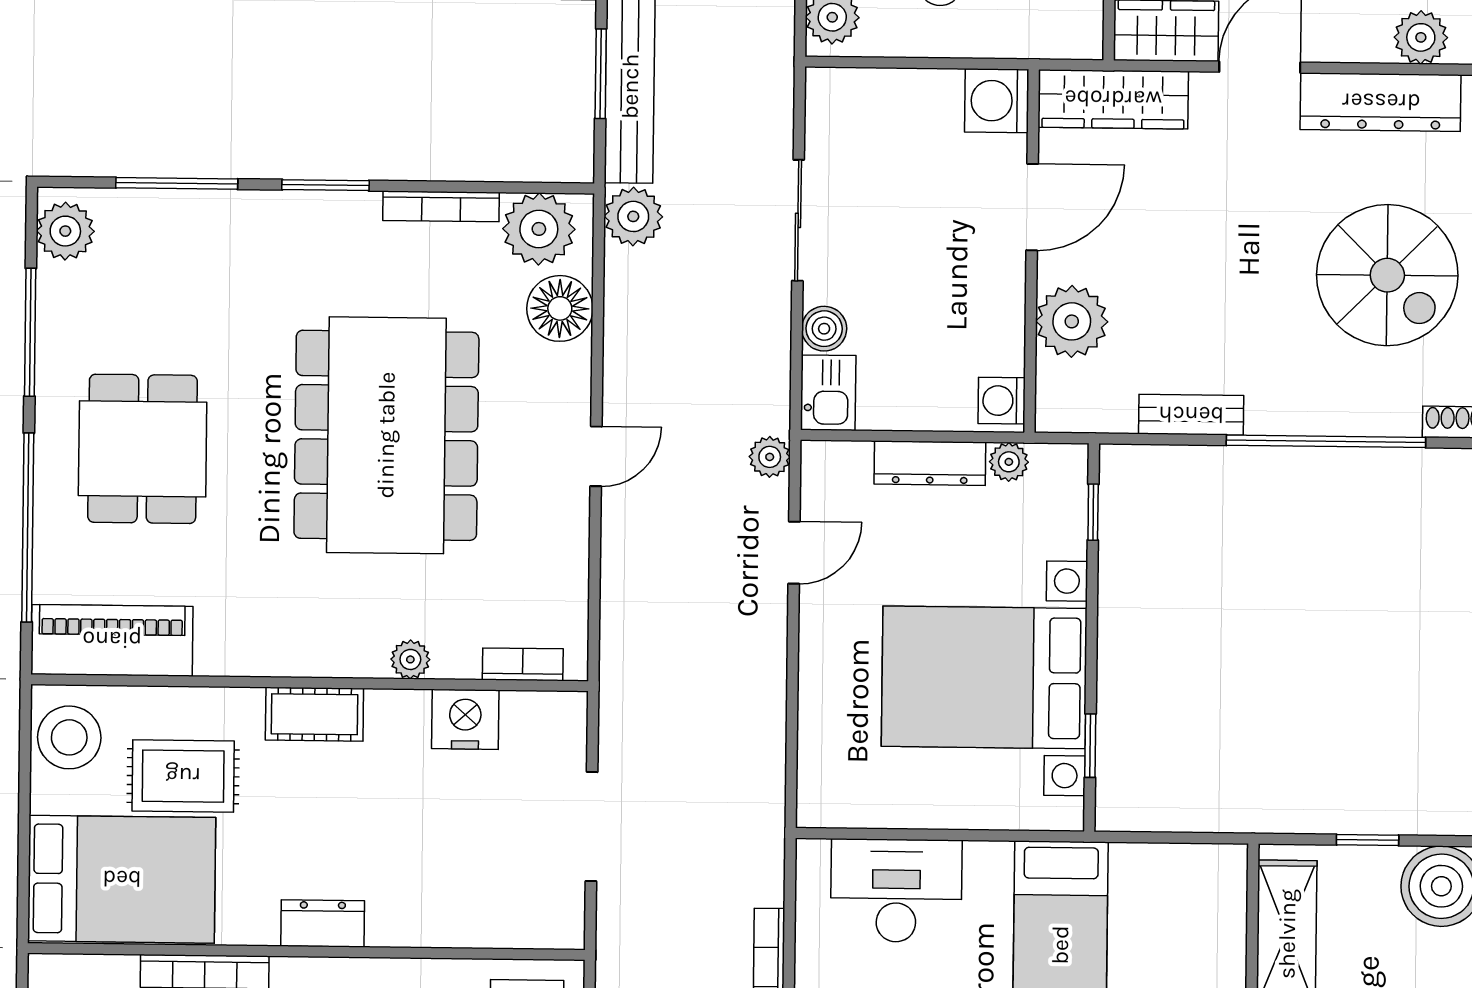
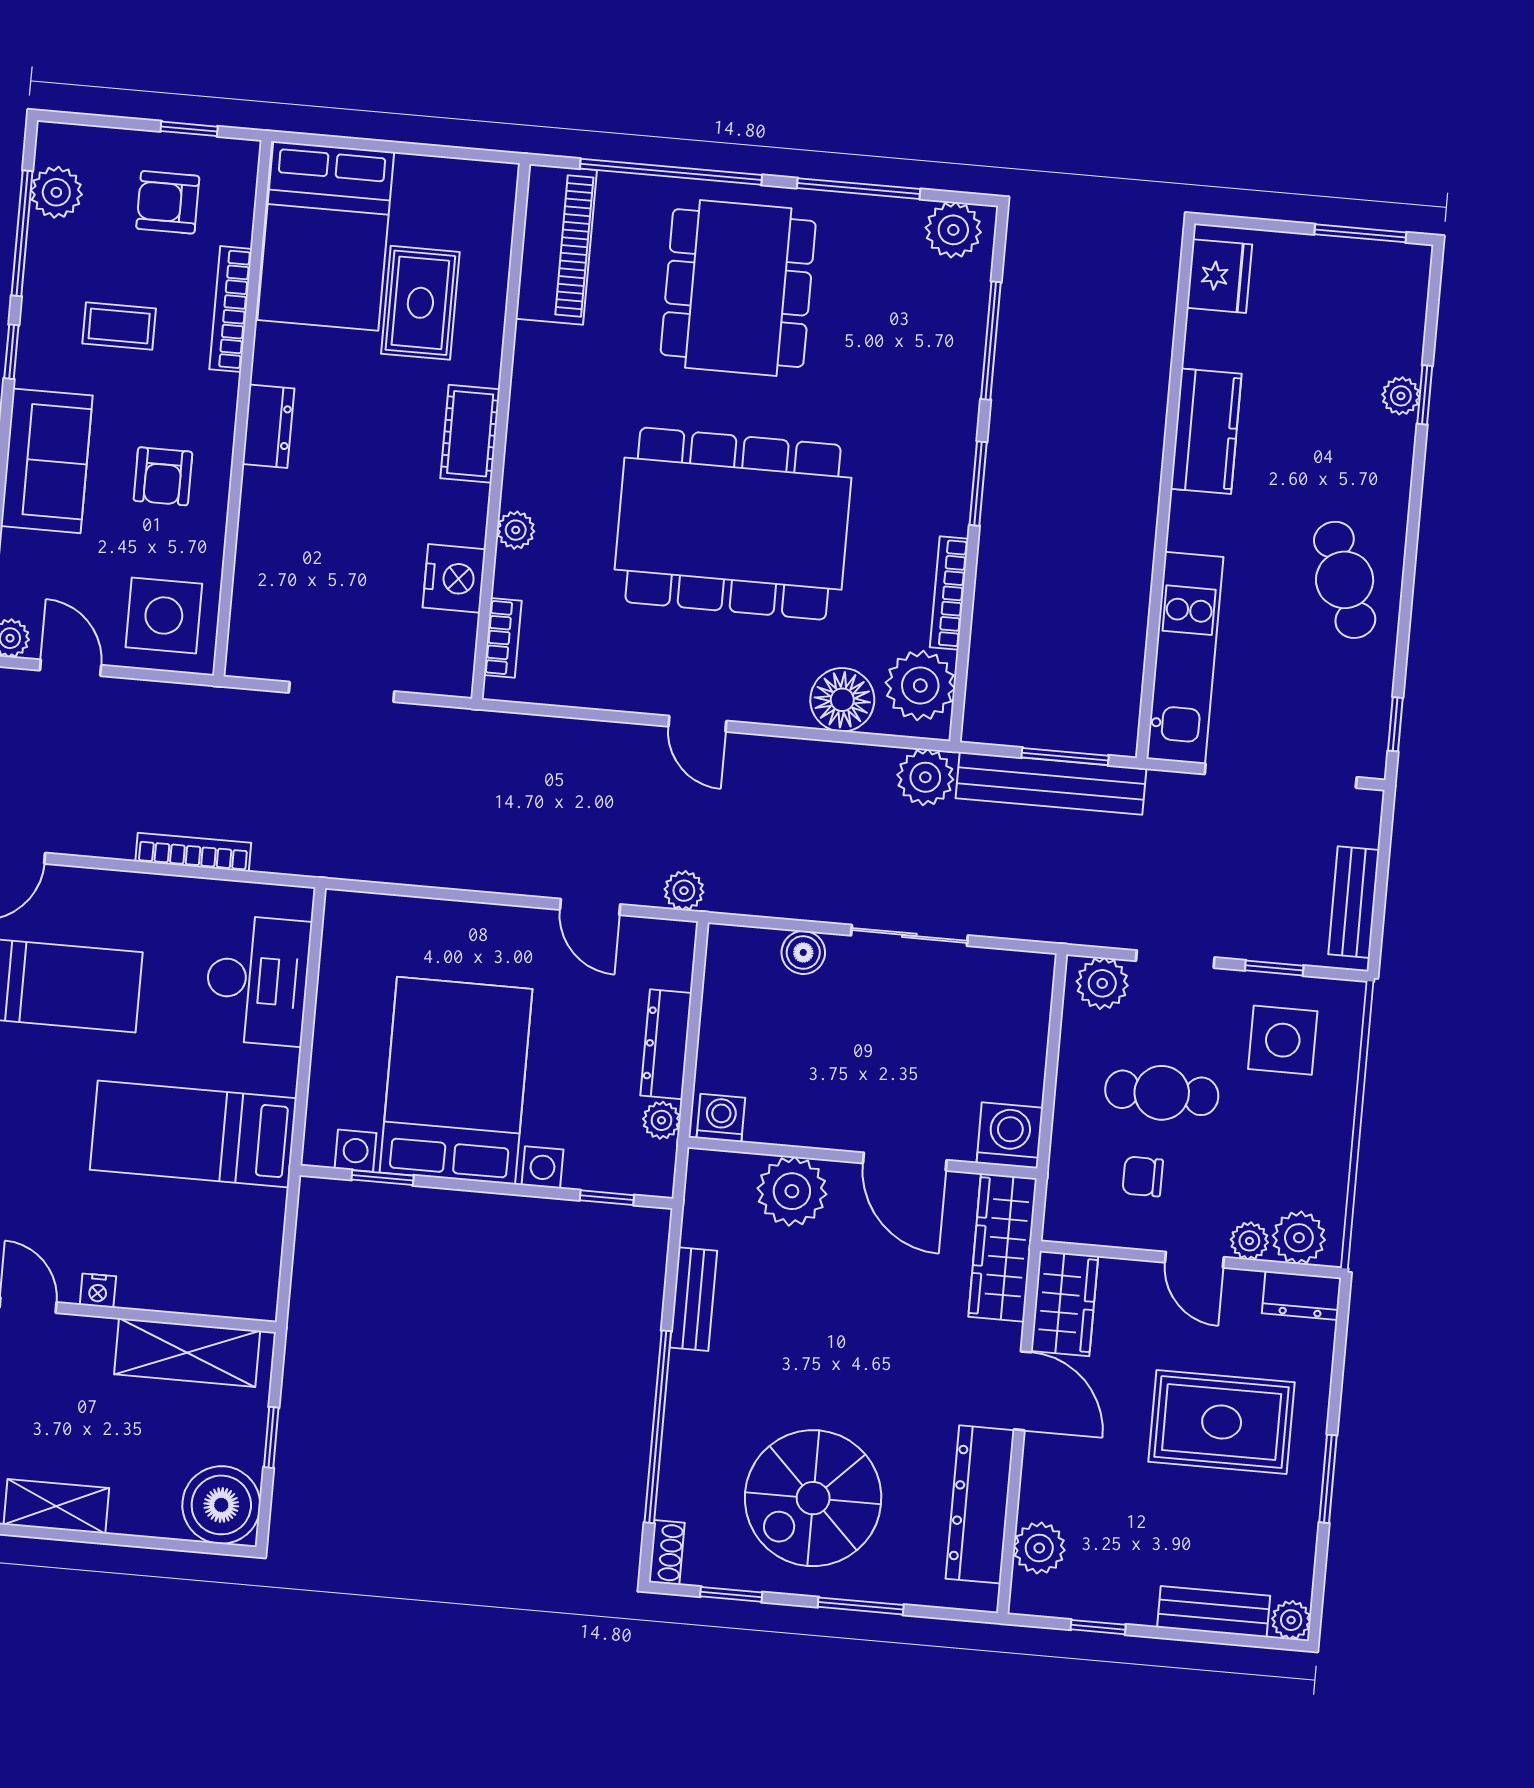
kitchen sink: (828, 393) -> (741, 952), removed
dining table: (143, 449) -> (738, 288), width x1.37
stool: (69, 737) -> (466, 196), removed

